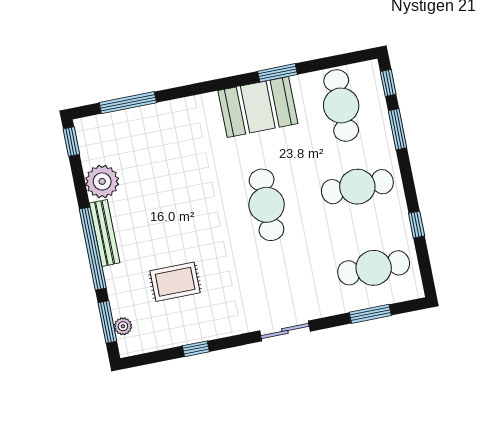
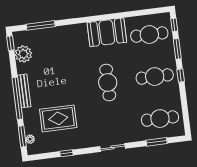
window: (277, 73) -> (118, 16), removed
cafe table: (341, 105) -> (149, 35), turned 90
plant: (102, 181) -> (23, 54), moved
window: (417, 225) -> (181, 76), moved
rug: (175, 282) -> (58, 118), width x1.36, depth x1.43

